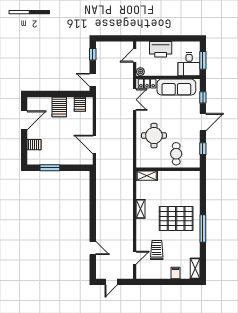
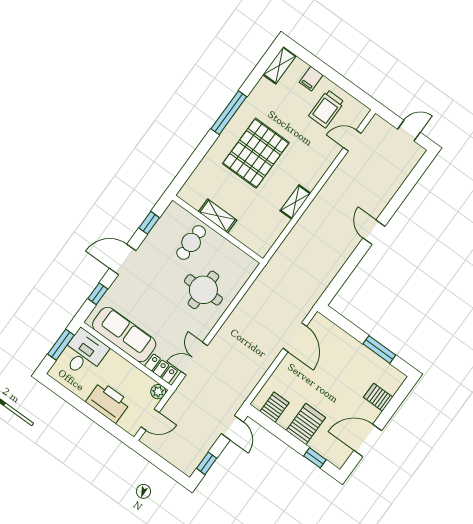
window: (43, 94) -> (315, 458), added
shelving: (147, 176) -> (218, 216), moved
pallet: (176, 219) -> (256, 153), turned 90
door: (93, 248) -> (374, 232), moved
trolley: (157, 250) -> (327, 109), moved

